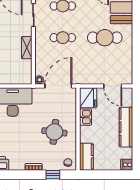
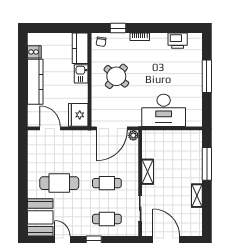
kitchen sink: (86, 117) -> (81, 74), moved
round table: (54, 132) -> (116, 76), turned 33
cooker: (127, 165) -> (34, 52), moved

